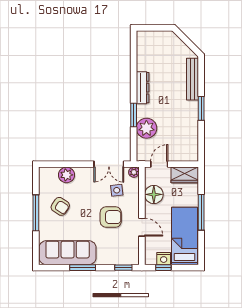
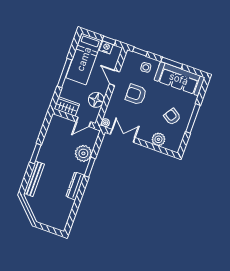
side table: (117, 190) -> (146, 67), moved

